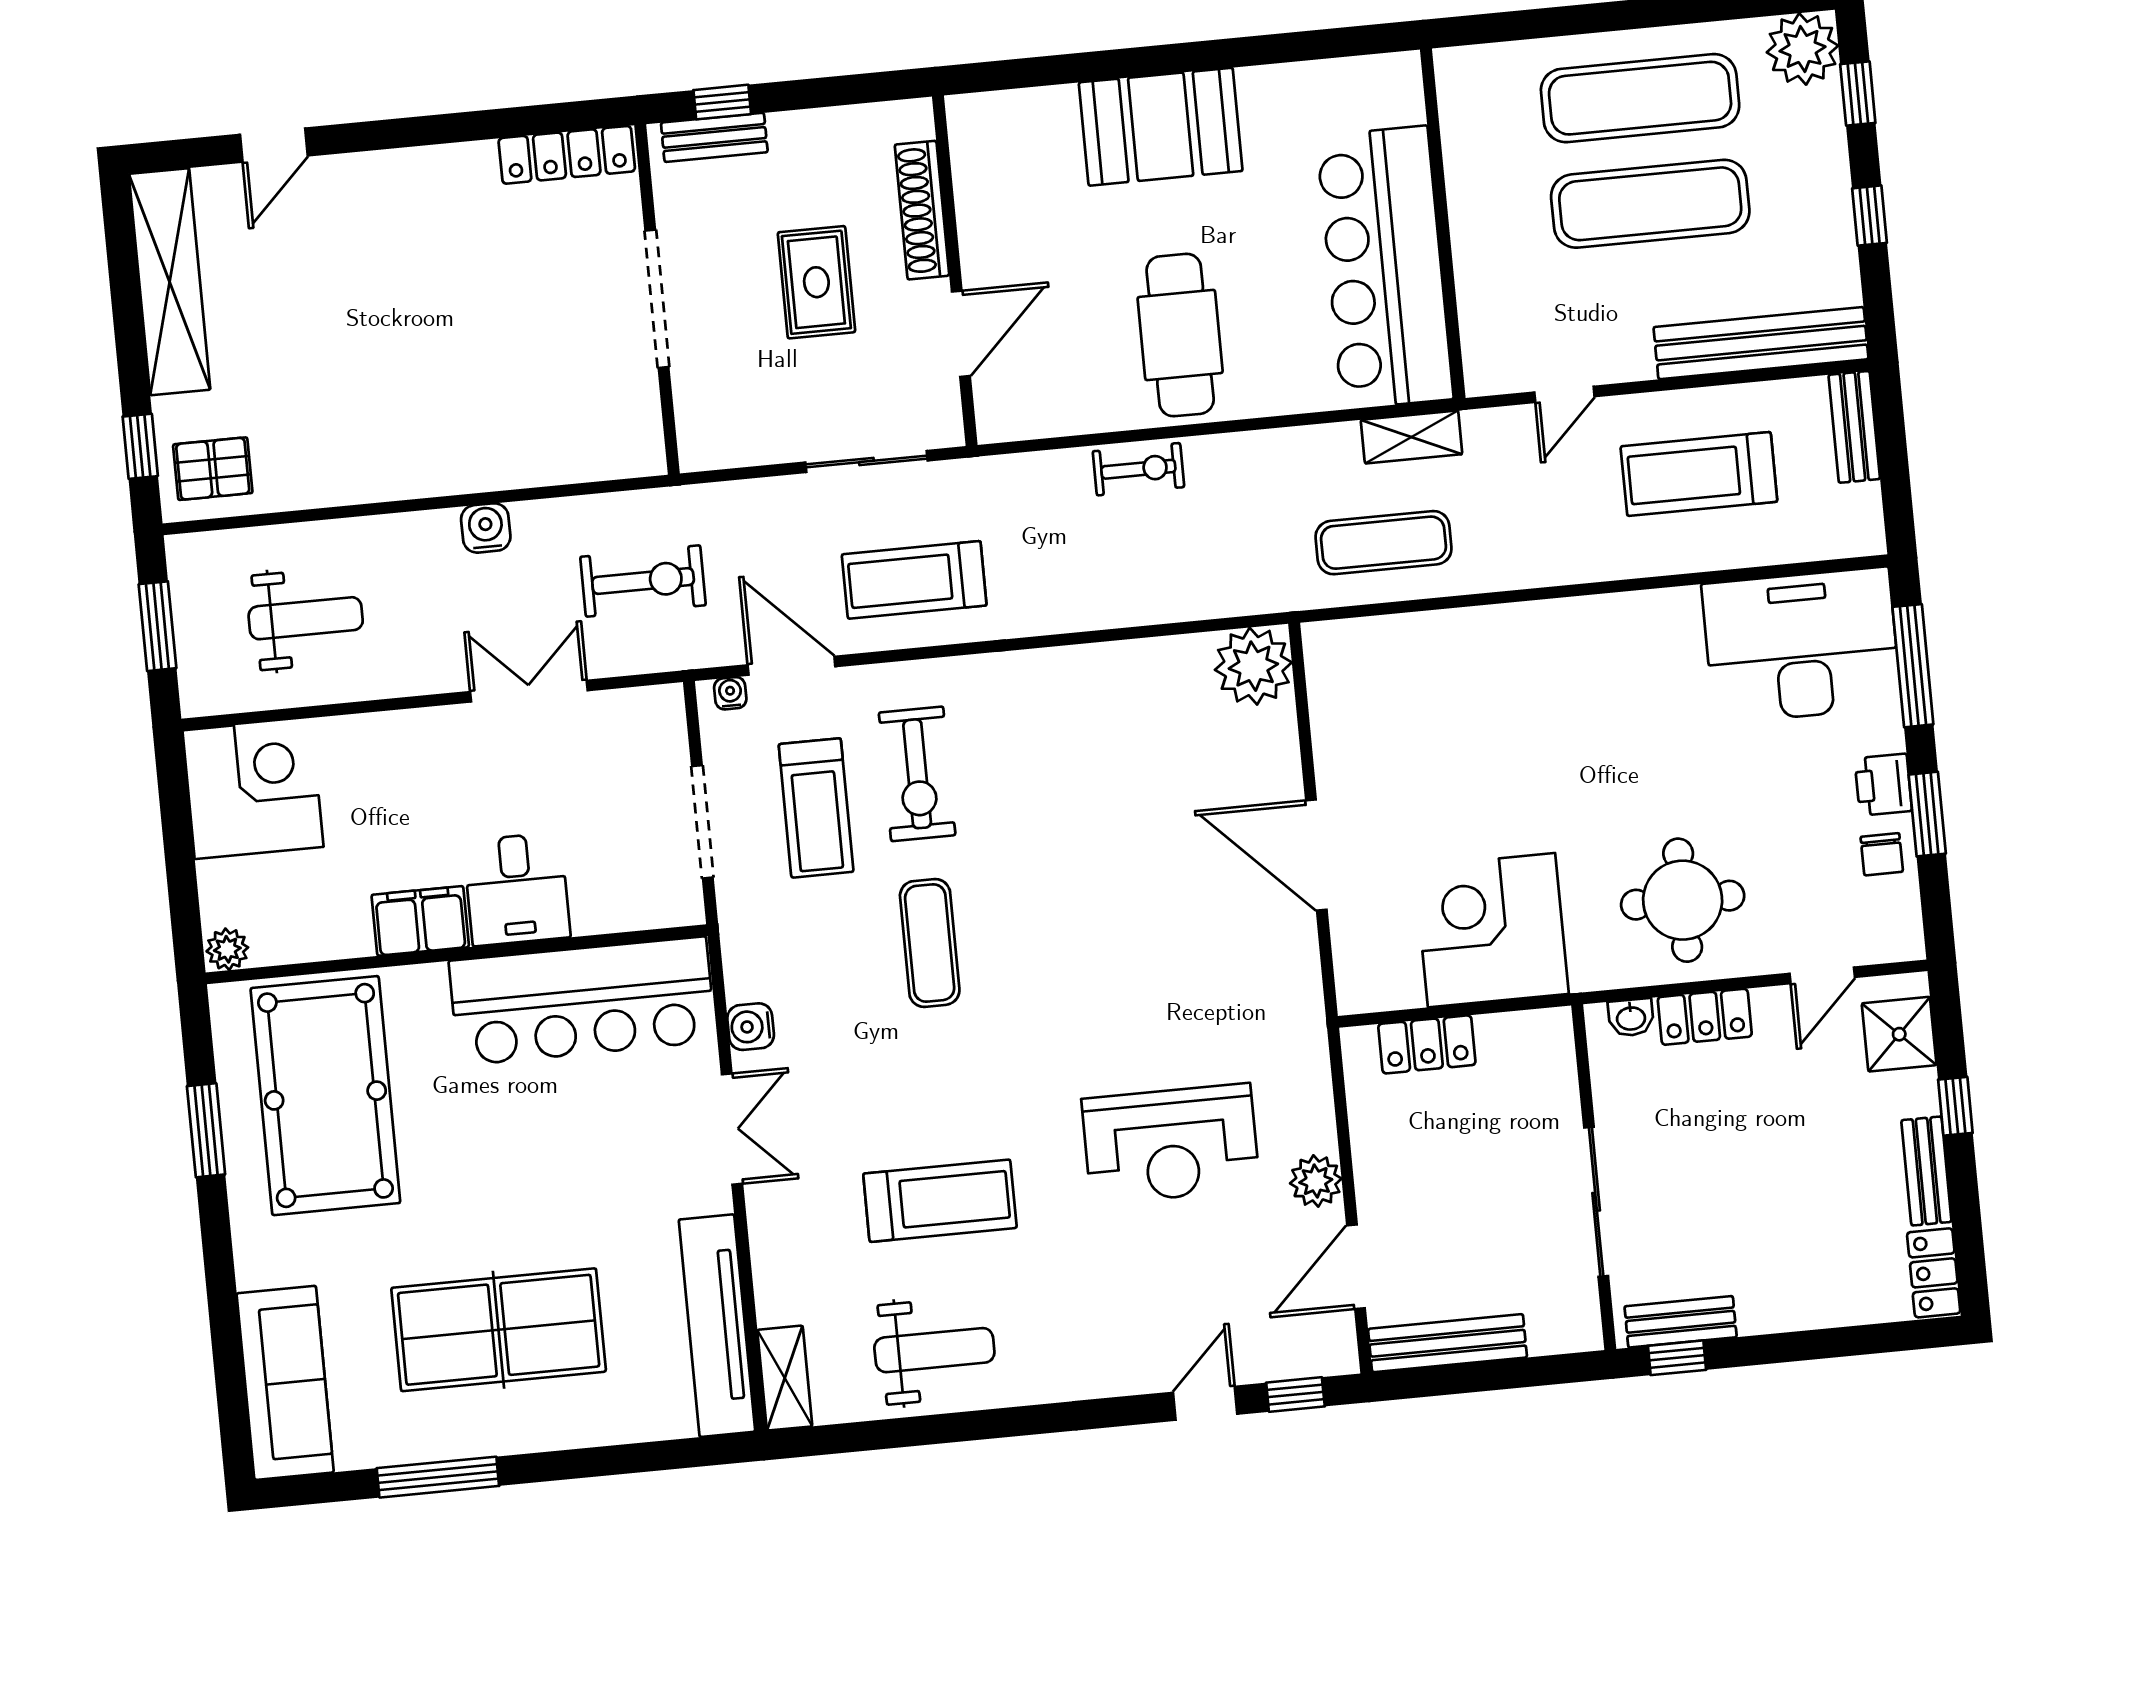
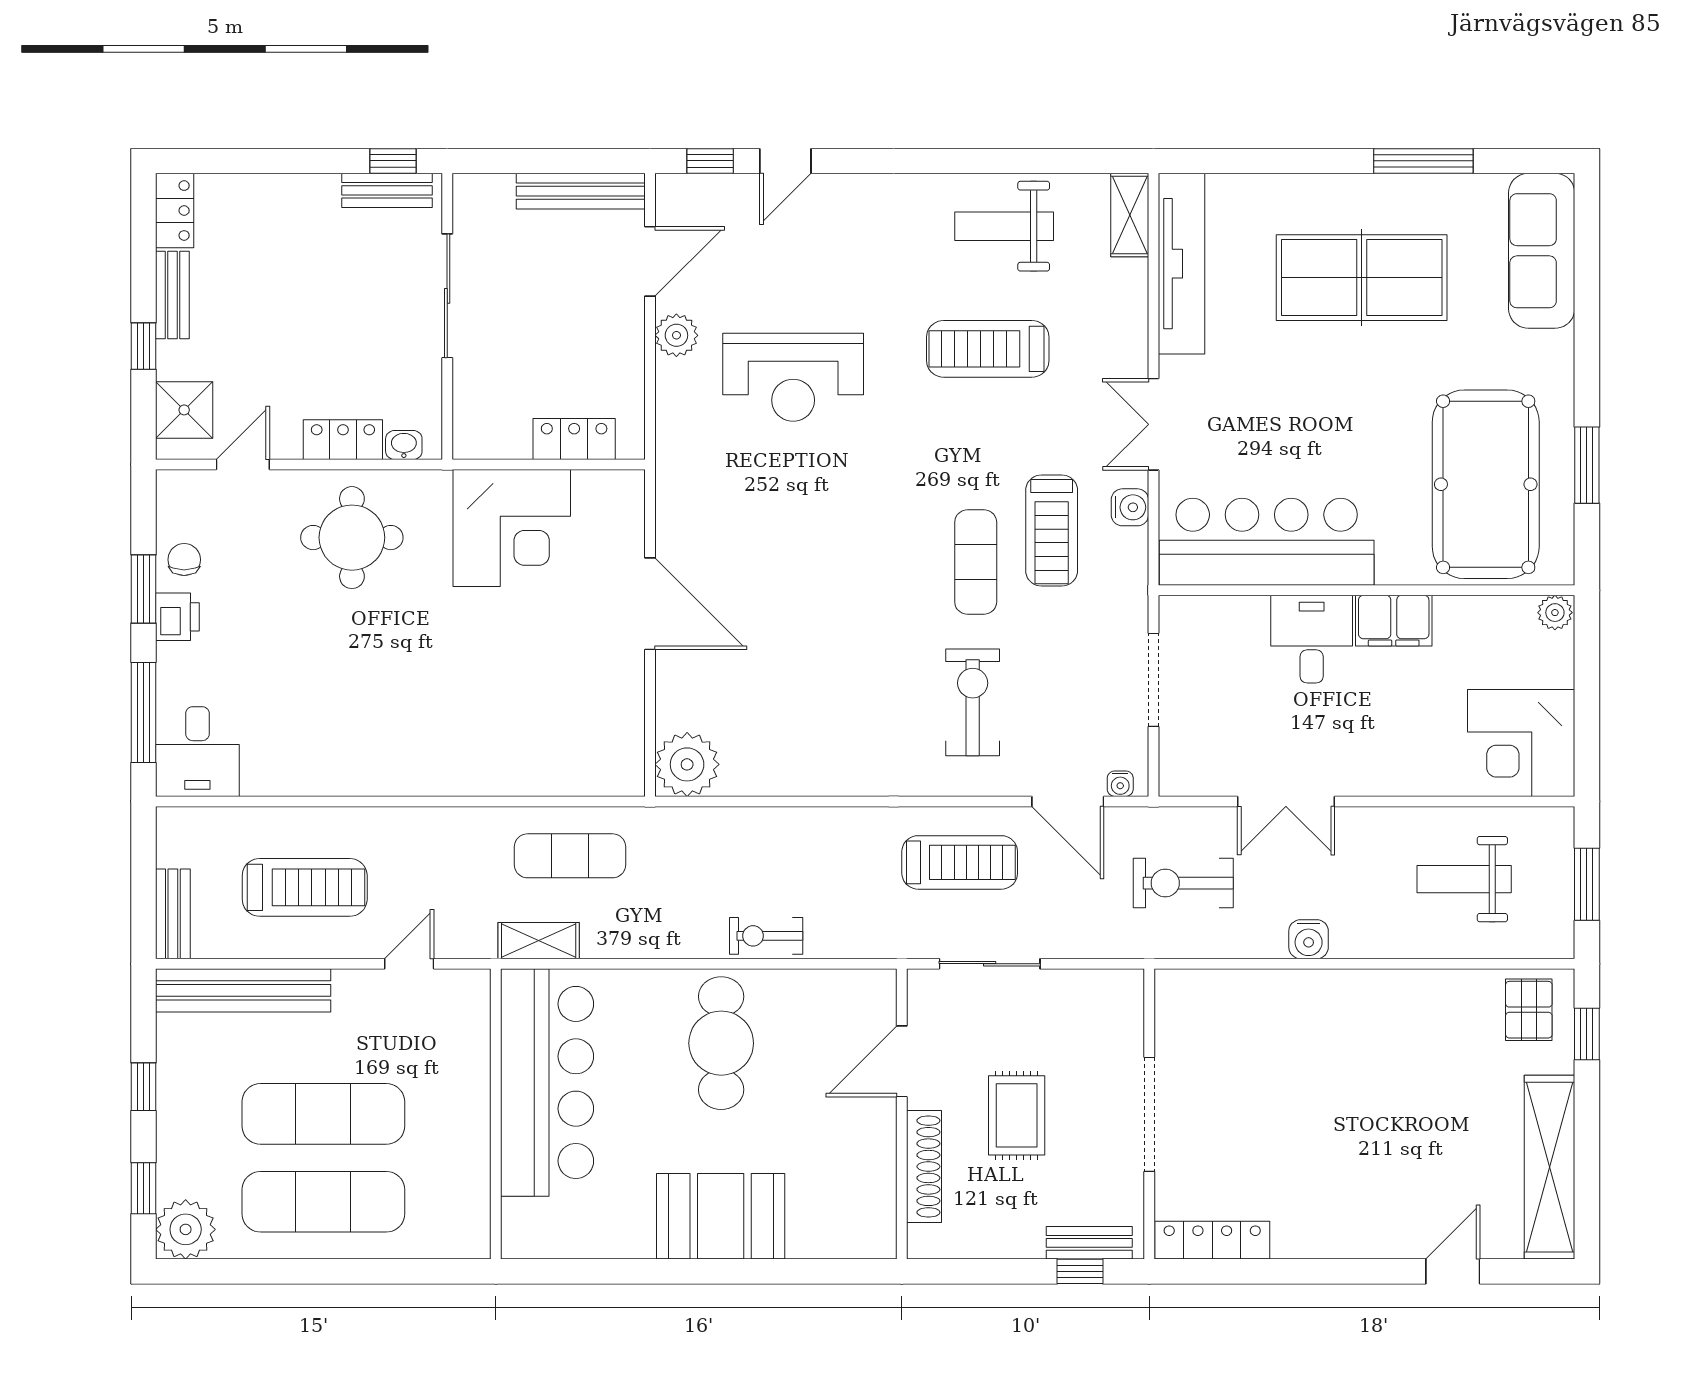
pallet: (213, 469) -> (1529, 1010), turned 90
desk: (1801, 645) -> (197, 752), width x0.53, depth x0.77
treadmill: (816, 808) -> (1052, 531), moved, turned 180
reception desk: (1171, 1144) -> (793, 377), turned 180

